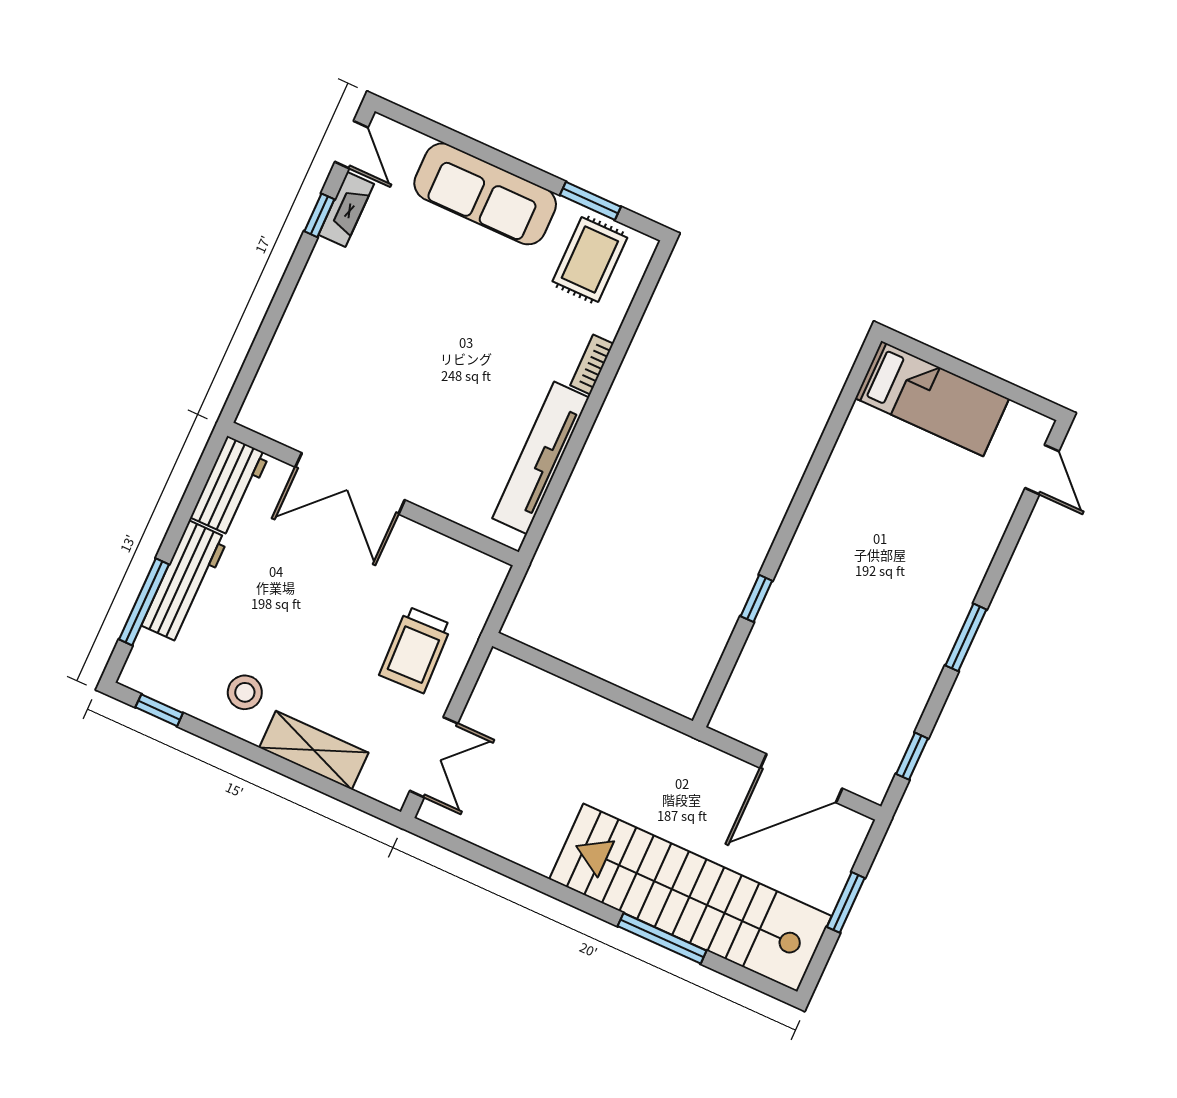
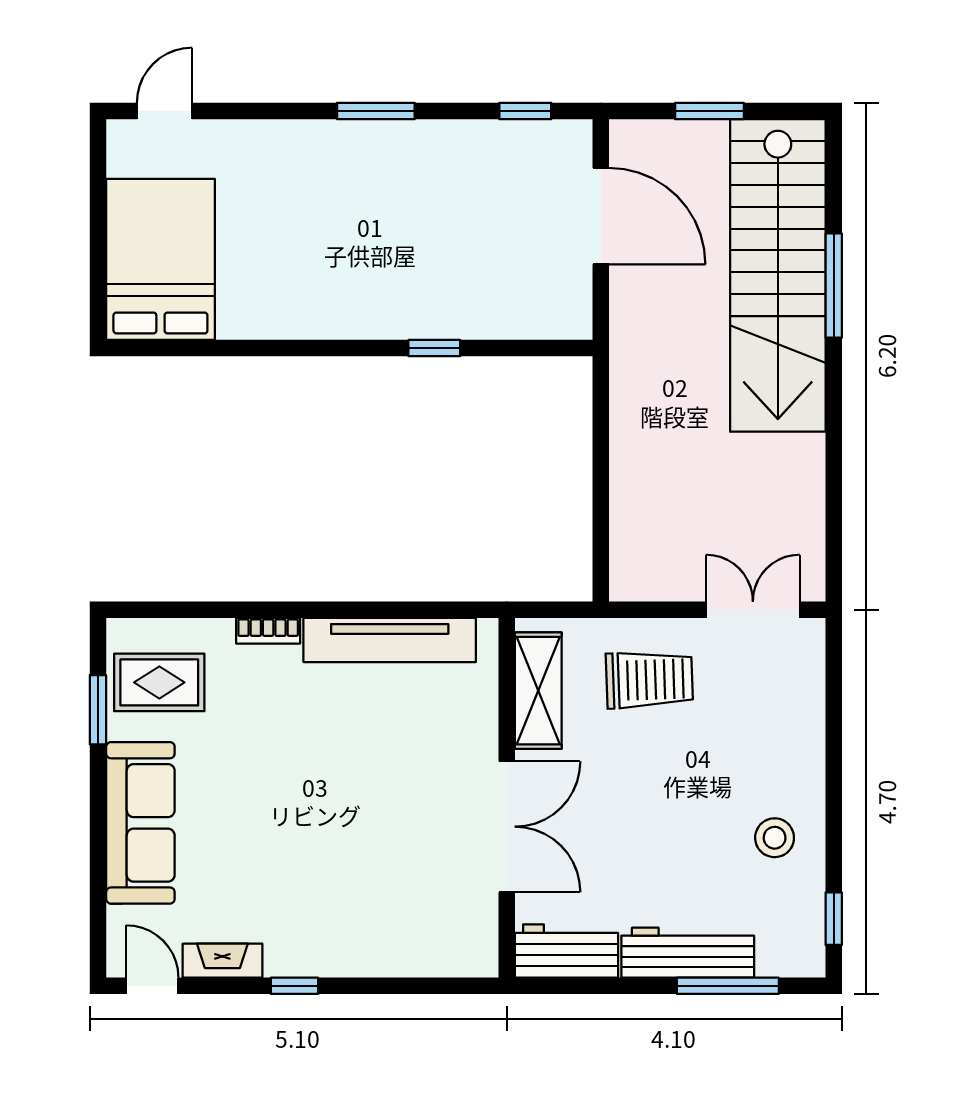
door: (351, 145) -> (152, 986), hinge flipped
window: (319, 215) -> (294, 986), moved
bed: (932, 399) -> (160, 259), width x1.50
shelving: (314, 750) -> (538, 691), moved

